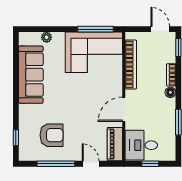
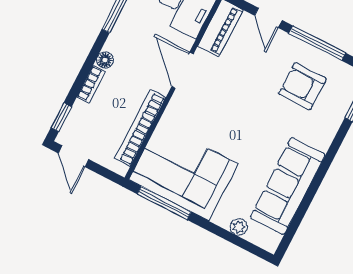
door: (124, 109) -> (183, 70), swing flipped

